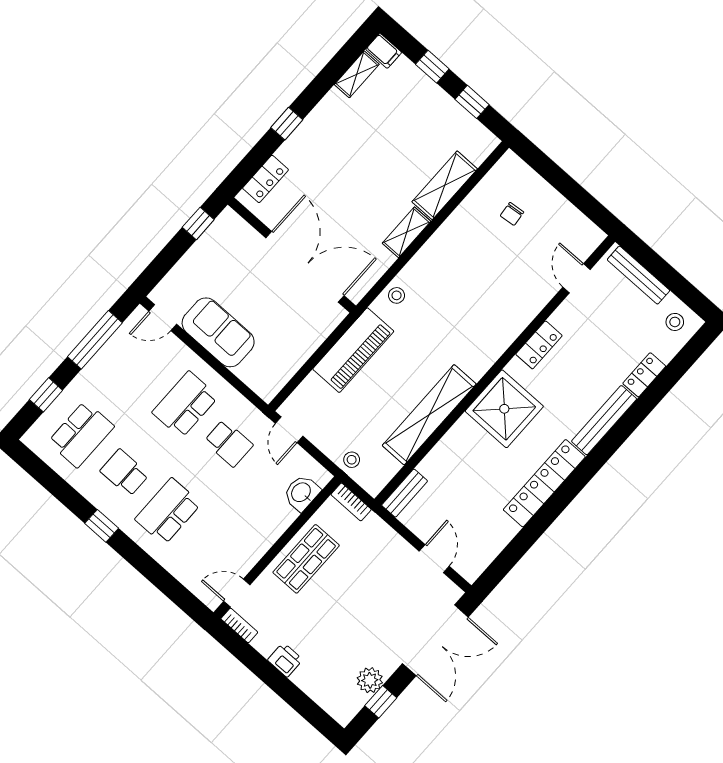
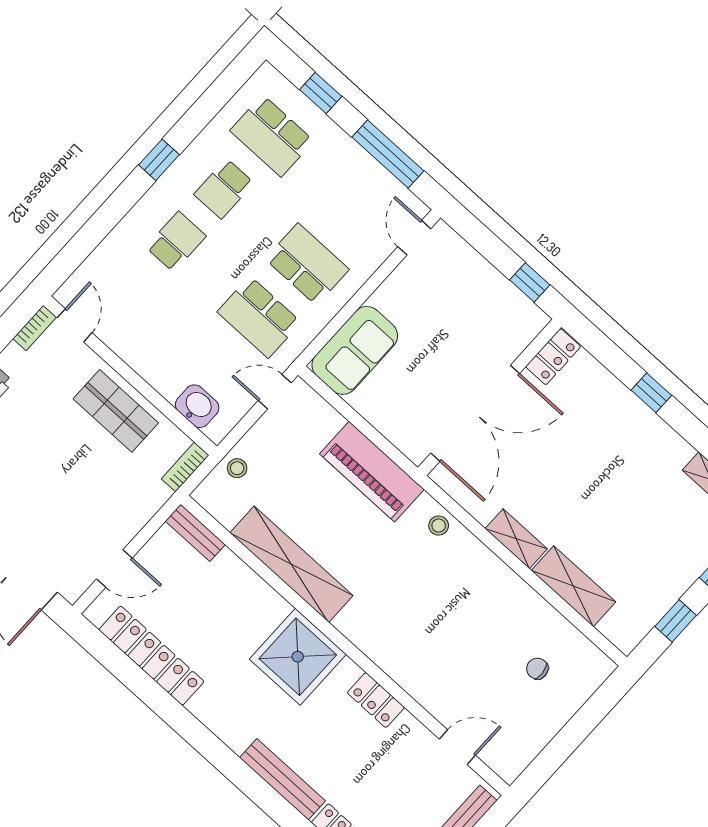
locker: (266, 179) -> (553, 357), moved, turned -90
sofa: (218, 332) -> (355, 350), moved
school desk: (229, 443) -> (259, 317), width x1.85
school desk: (125, 473) -> (224, 189), turned 180
locker: (544, 483) -> (151, 656), moved
school desk: (168, 511) -> (176, 242), width x0.54

